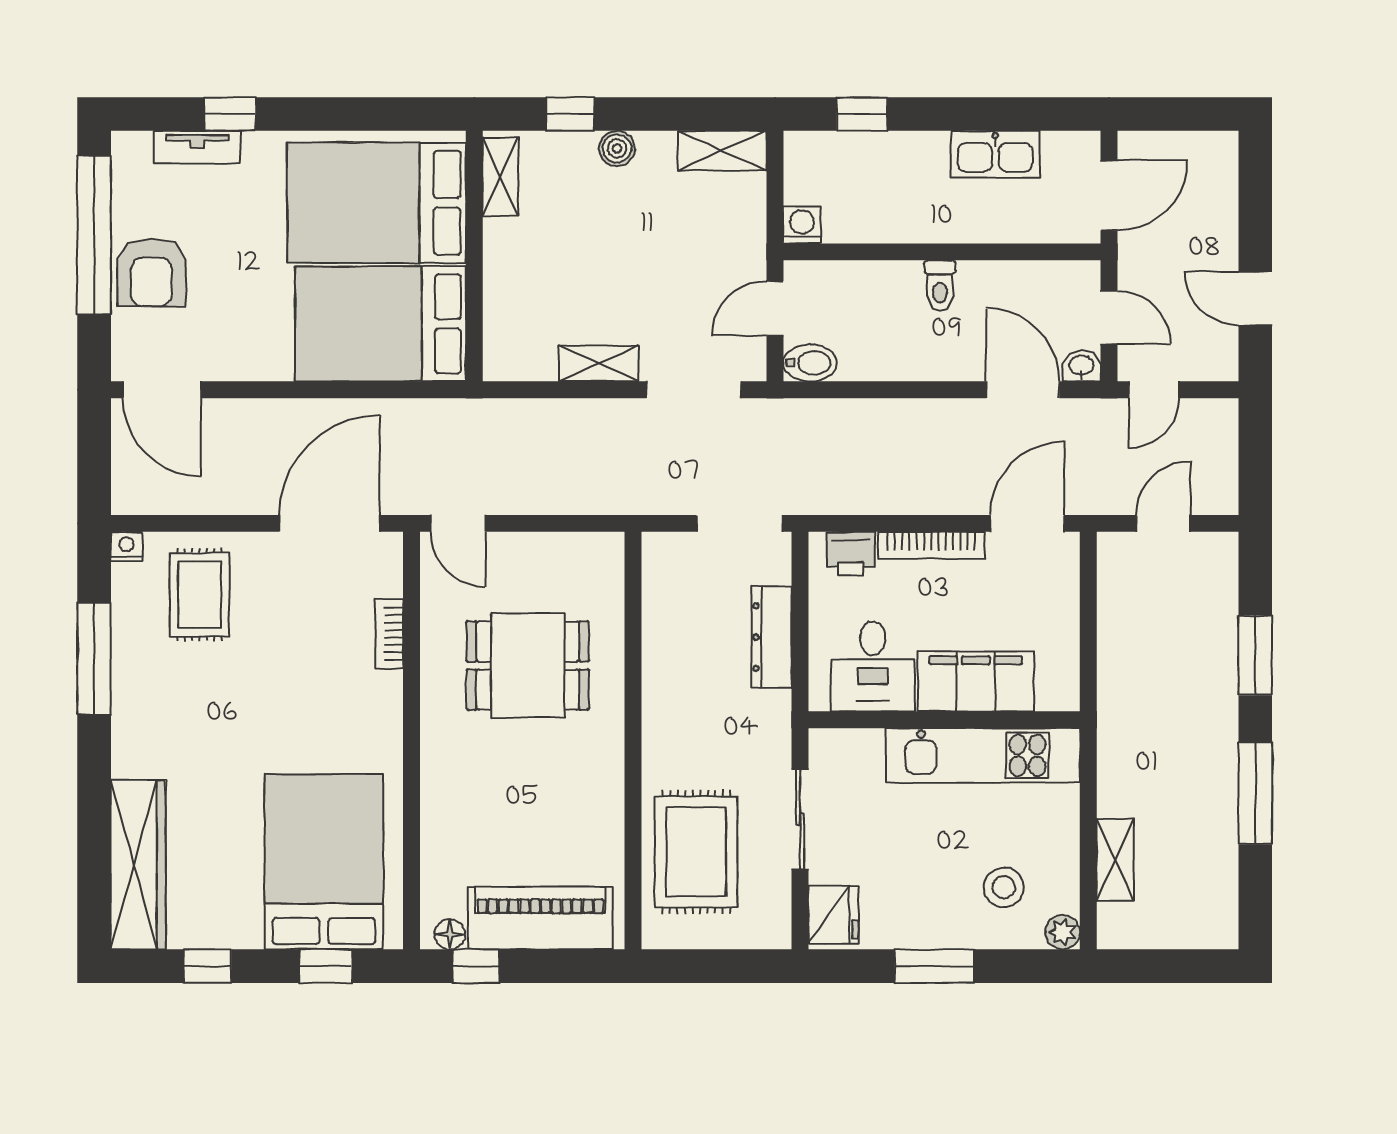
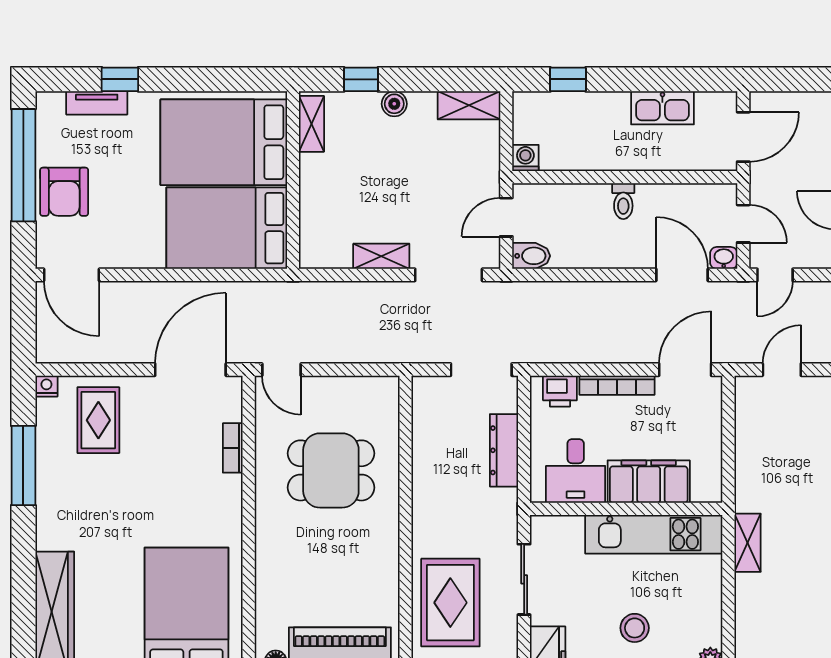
shelving: (1115, 860) -> (747, 543), moved
stool: (1004, 887) -> (635, 628), moved

